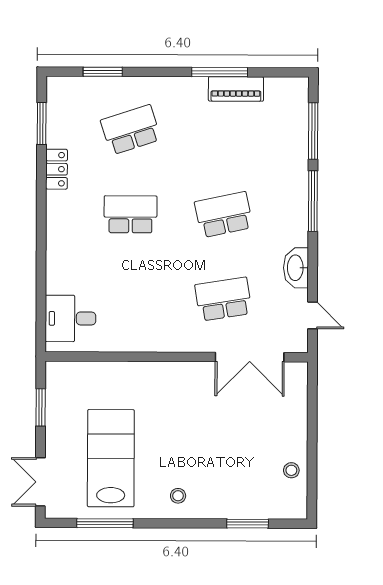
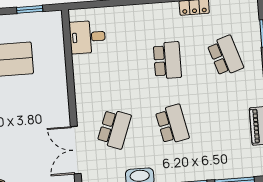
school desk: (223, 299) -> (114, 129), turned 30
desk: (70, 318) -> (88, 37), moved, turned -90

